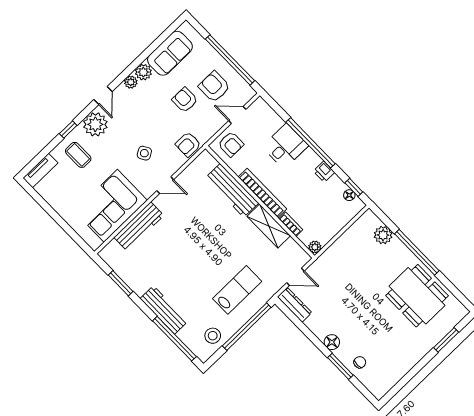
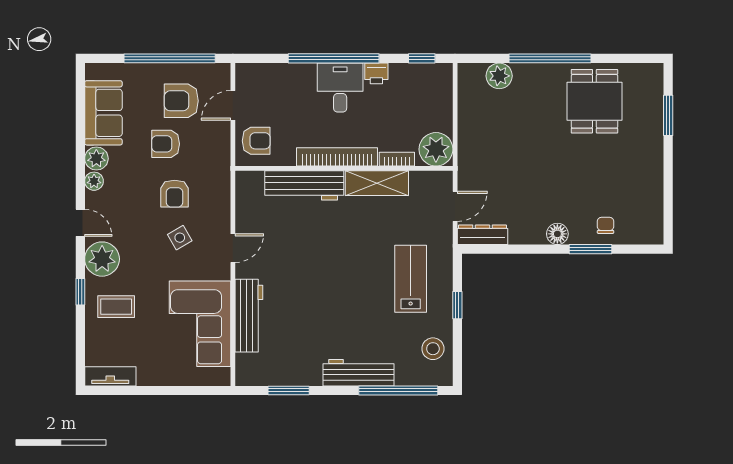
armchair: (188, 144) -> (175, 194), moved
desk: (285, 146) -> (340, 88), moved
tv unit: (40, 170) -> (110, 376), moved, turned -90
floor lamp: (349, 195) -> (425, 71), removed
plant: (315, 247) -> (436, 149), width x1.88, depth x1.88
dining table: (417, 296) -> (594, 101), width x0.73
window: (247, 327) -> (457, 305), width x0.32

